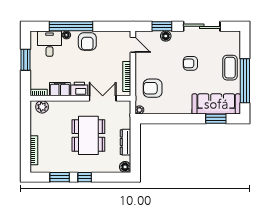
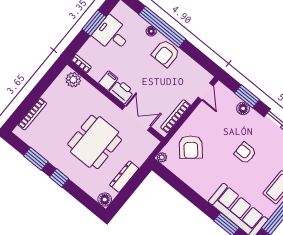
desk: (50, 44) -> (112, 34), moved, turned -90
armchair: (153, 88) -> (191, 147), turned -131
filing cabinet: (60, 89) -> (108, 81), width x0.50

